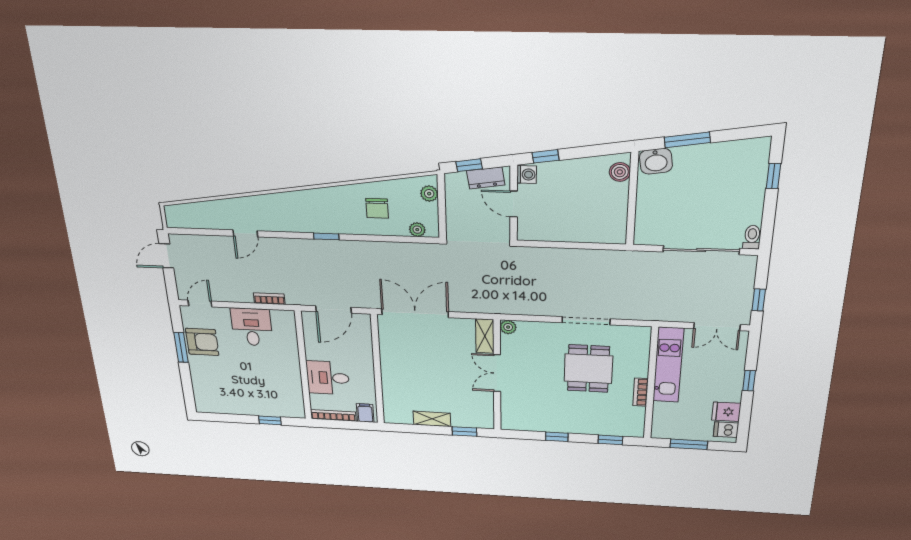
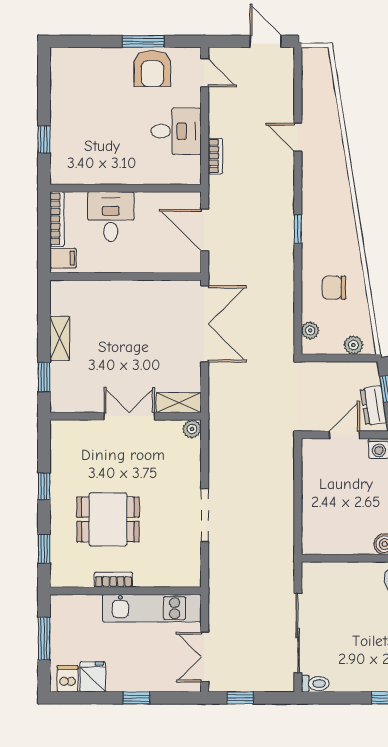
dining table: (588, 369) -> (108, 519), moved

